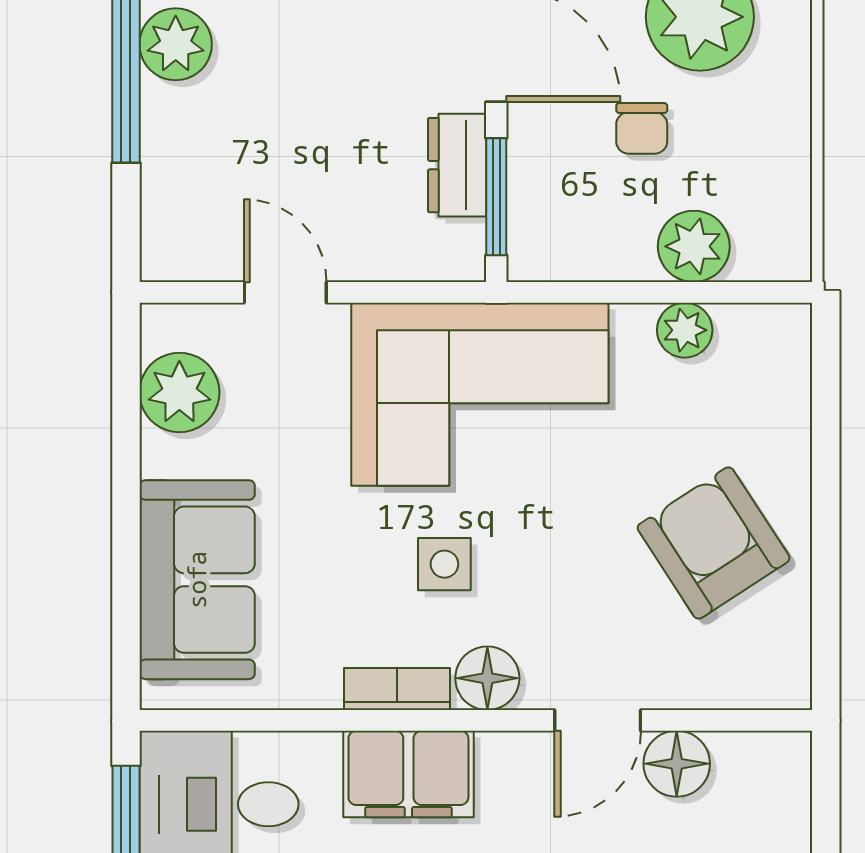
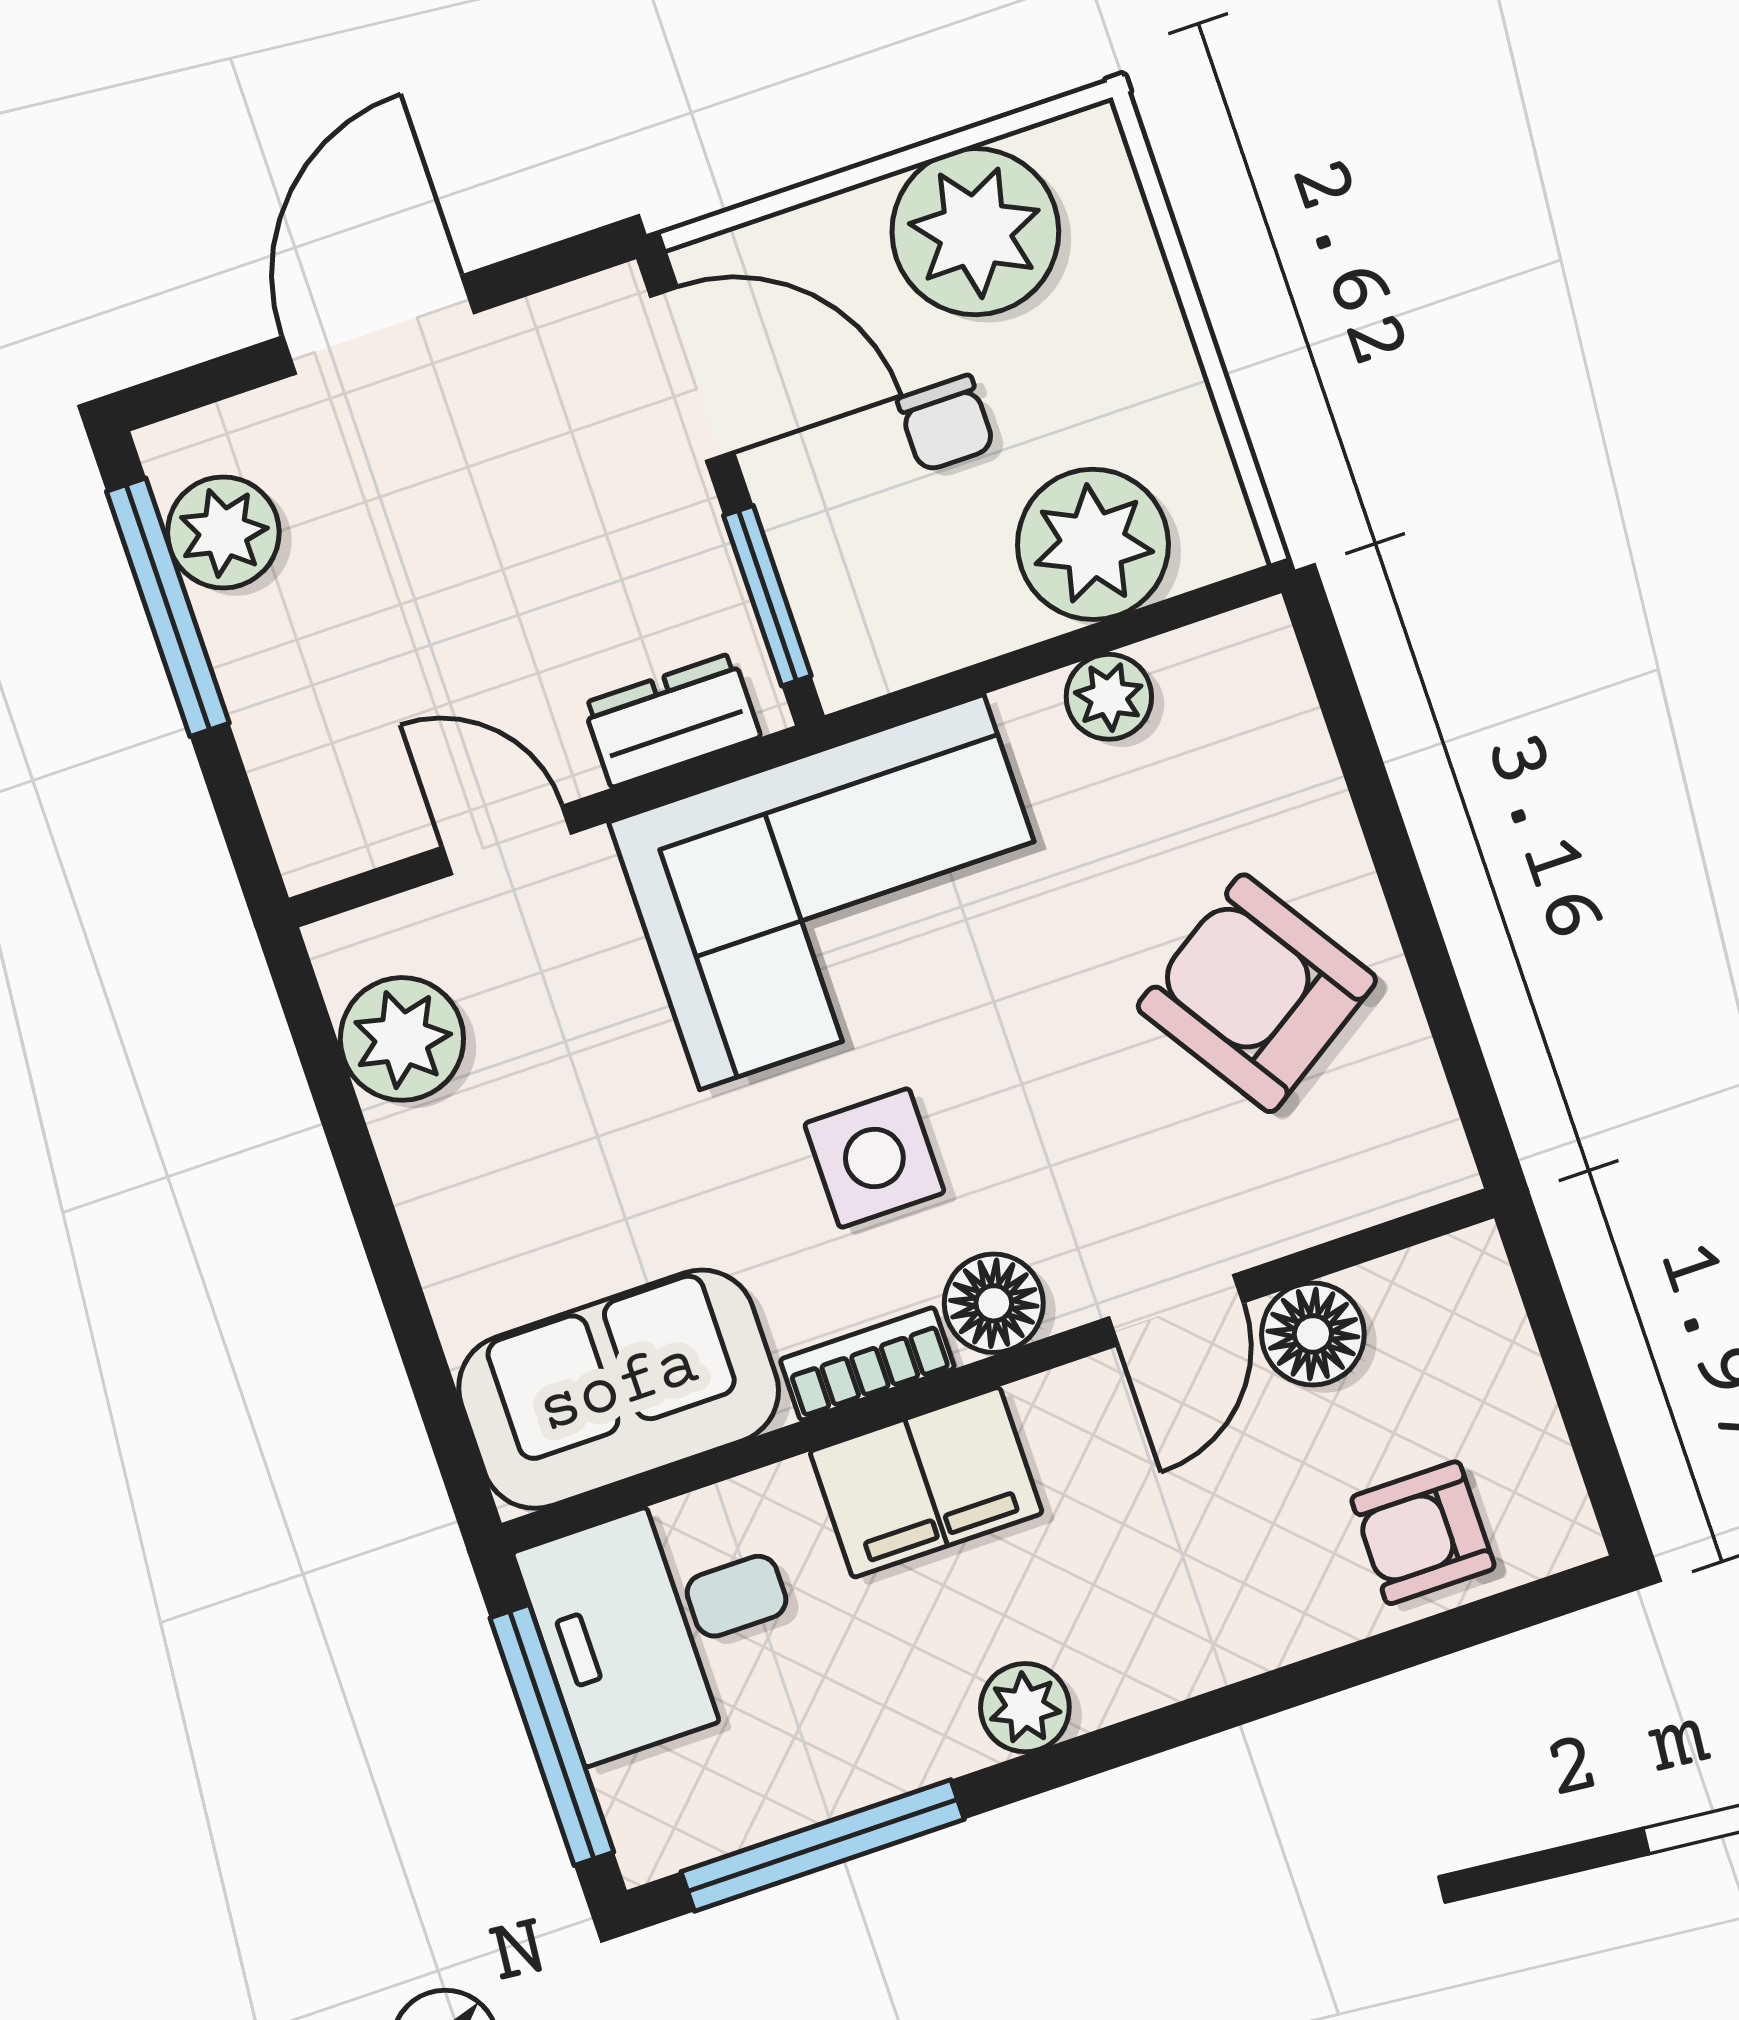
dresser: (457, 165) -> (672, 720), moved, turned 90
plant: (694, 246) -> (1093, 544), width x1.36, depth x1.36
side table: (444, 564) -> (874, 1158), width x1.37, depth x1.37
sofa: (197, 580) -> (619, 1389), moved, turned -90

